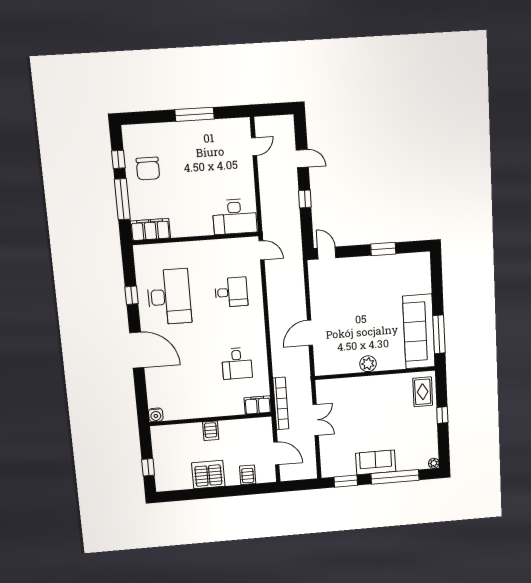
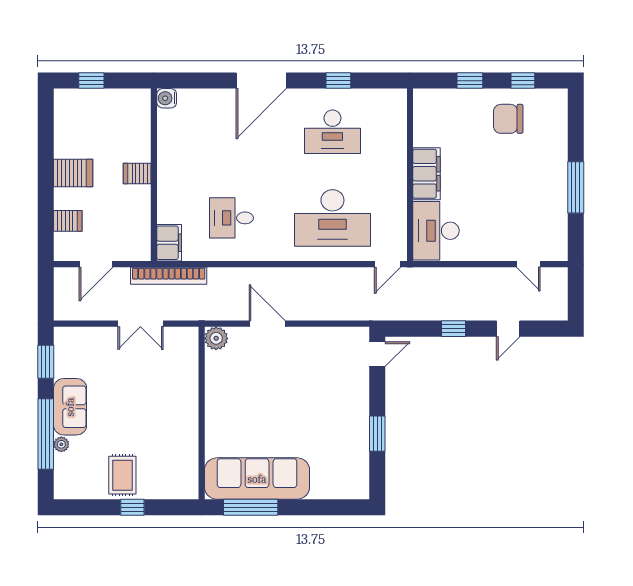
window: (122, 199) -> (470, 81), width x0.46
filing cabinet: (150, 229) -> (426, 174), moved
desk: (231, 292) -> (332, 218), width x1.87, depth x1.30
desk: (169, 297) -> (332, 132), width x0.73, depth x0.77
plant: (368, 364) -> (216, 338), moved
rug: (423, 392) -> (122, 475), moved, turned 90
plant: (434, 463) -> (61, 444), moved
server rack: (208, 475) -> (73, 173), width x0.62

